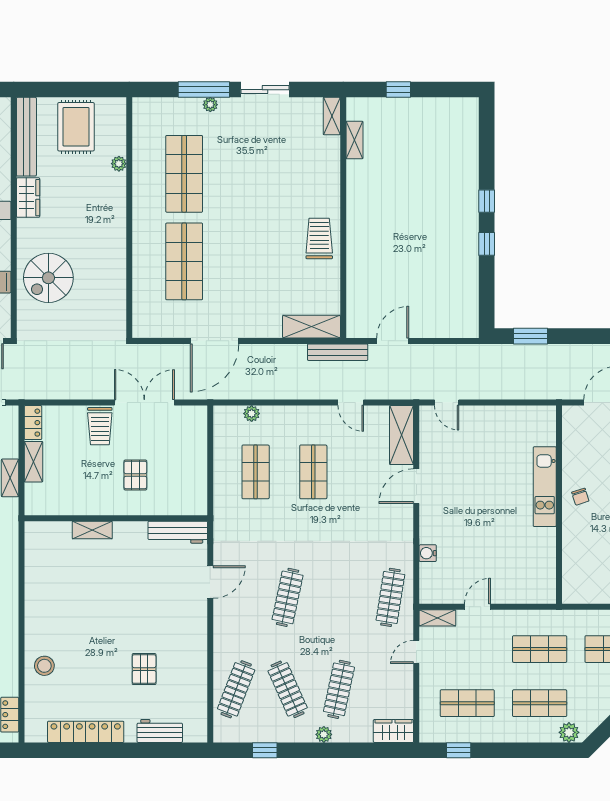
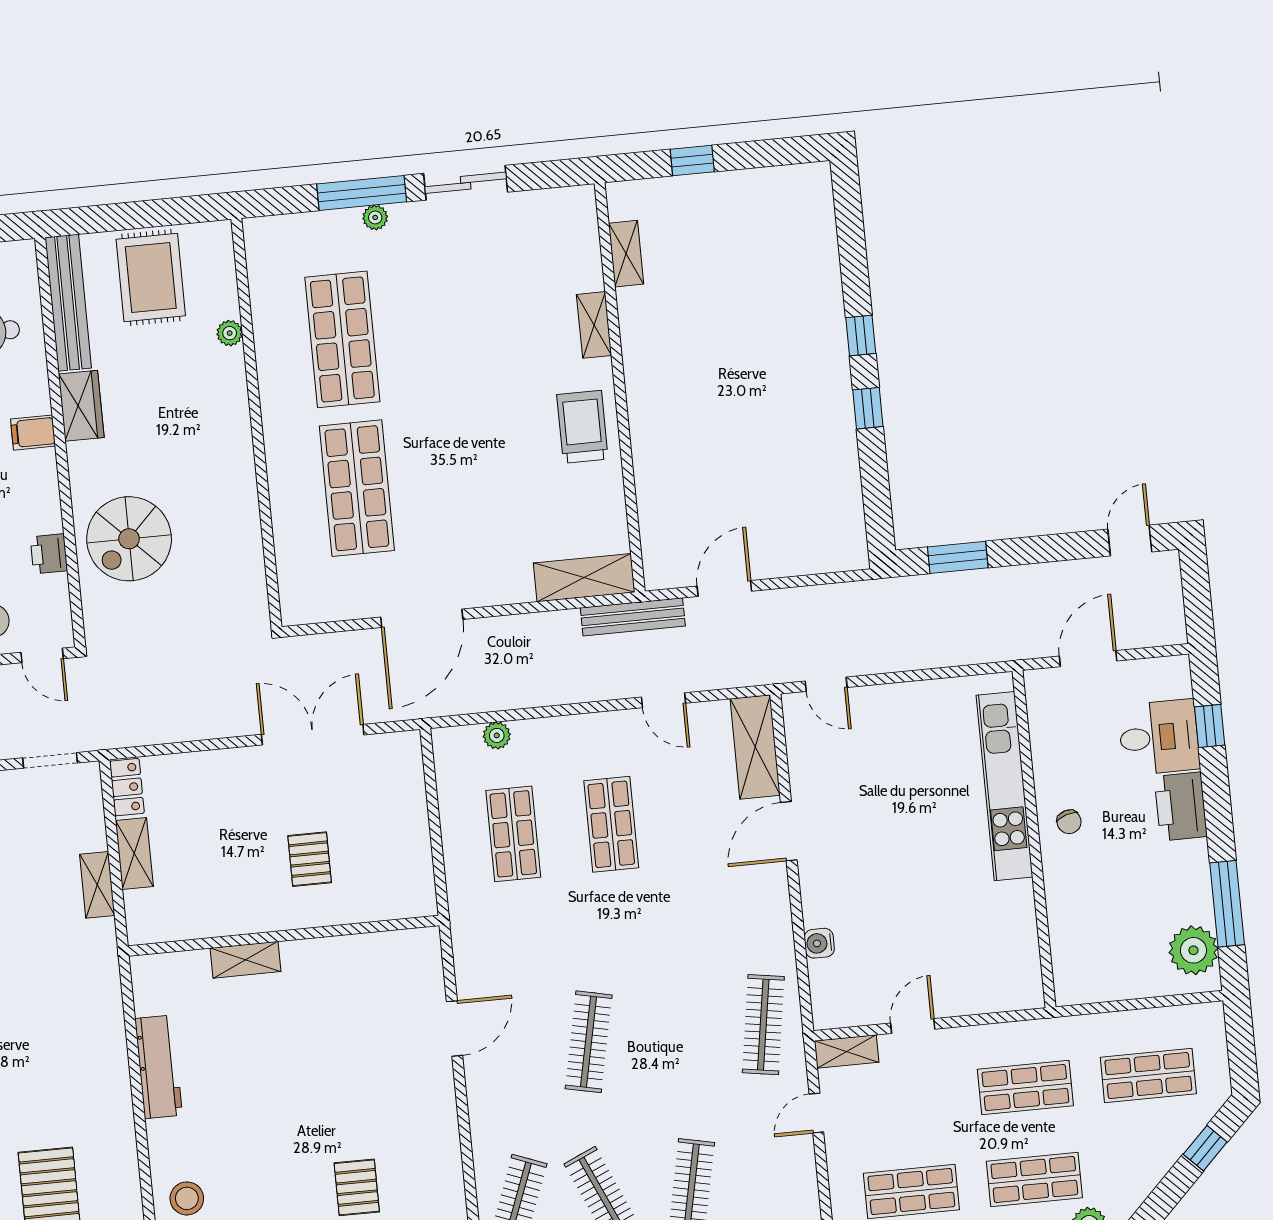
shelving: (332, 116) -> (594, 325), moved
trolley: (100, 426) -> (241, 782), removed
kitchen unit: (545, 487) -> (1004, 786), width x1.36
workbench: (178, 532) -> (159, 1067), moved, turned -90

